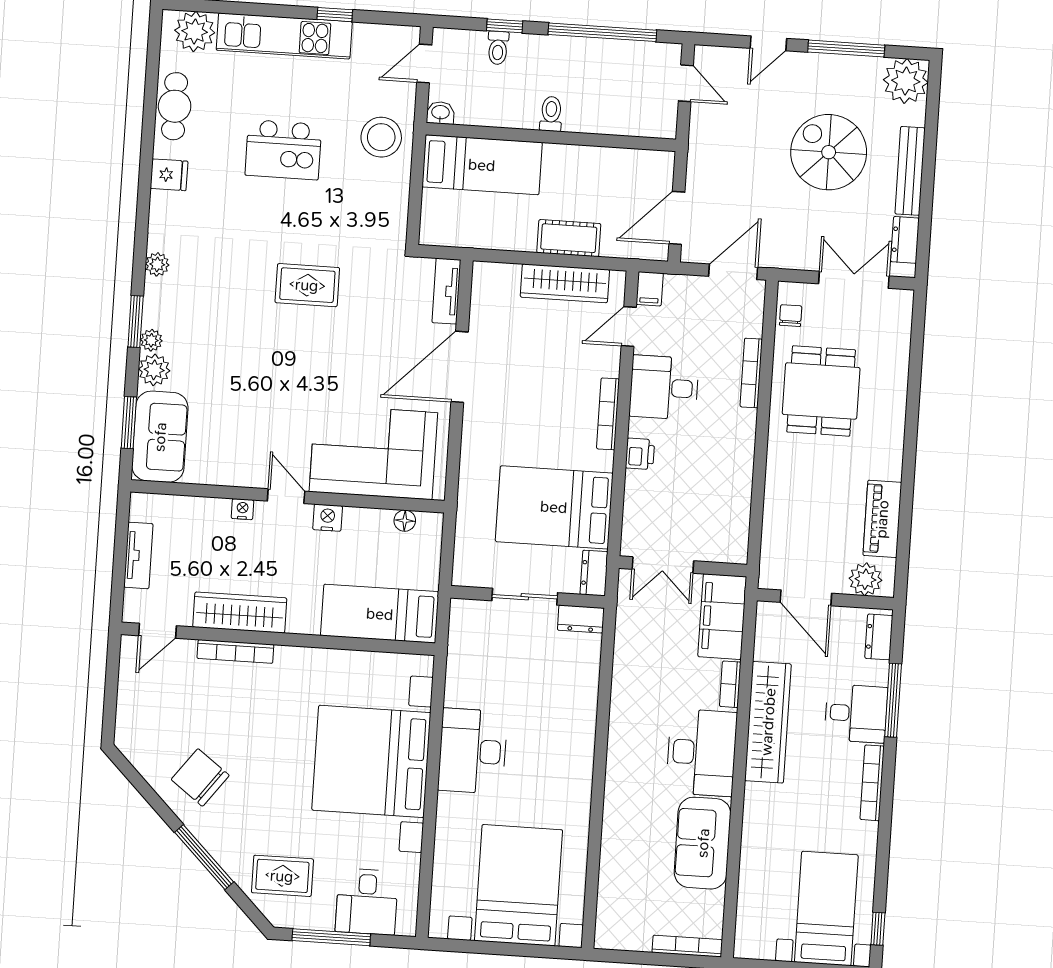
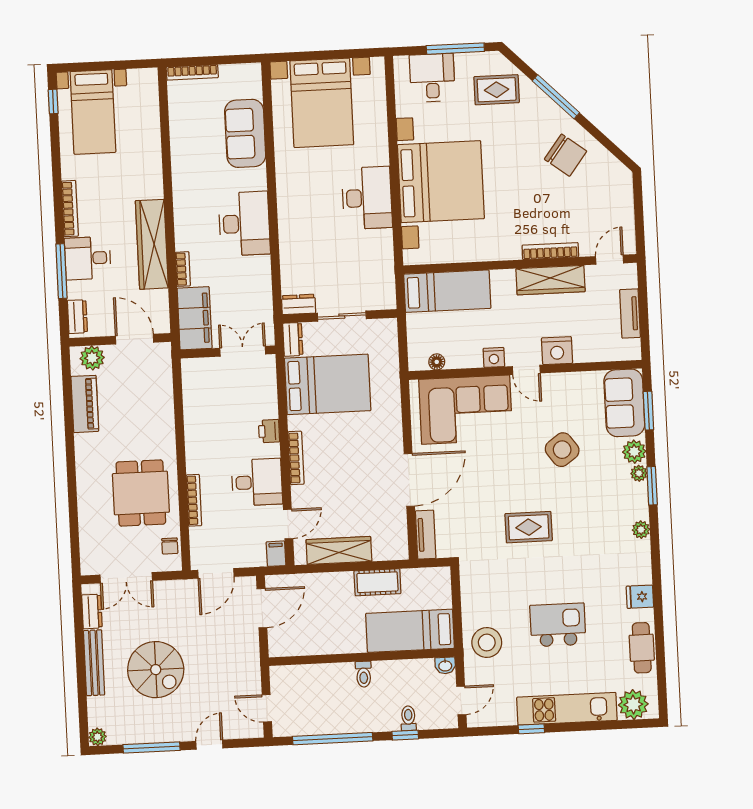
plant: (906, 81) -> (98, 737), width x0.53, depth x0.53
cot: (569, 238) -> (377, 582), moved
side table: (250, 384) -> (562, 450), added
nightstand: (242, 509) -> (557, 351), width x1.89, depth x1.79
desk: (701, 753) -> (244, 224), moved, turned 180
sofa: (703, 843) -> (245, 133), moved, turned 180

